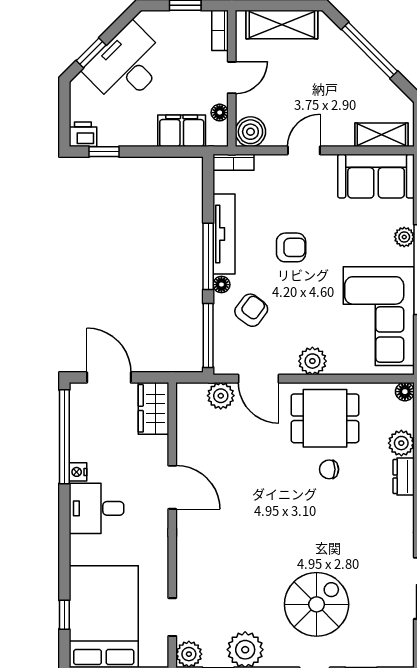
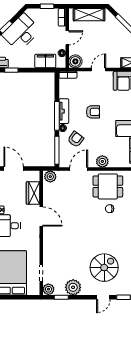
tv unit: (224, 234) -> (64, 111), width x0.71
door: (259, 379) -> (79, 169), swing flipped
plant: (221, 396) -> (50, 177), moved
wardrobe: (153, 408) -> (33, 193), moved

